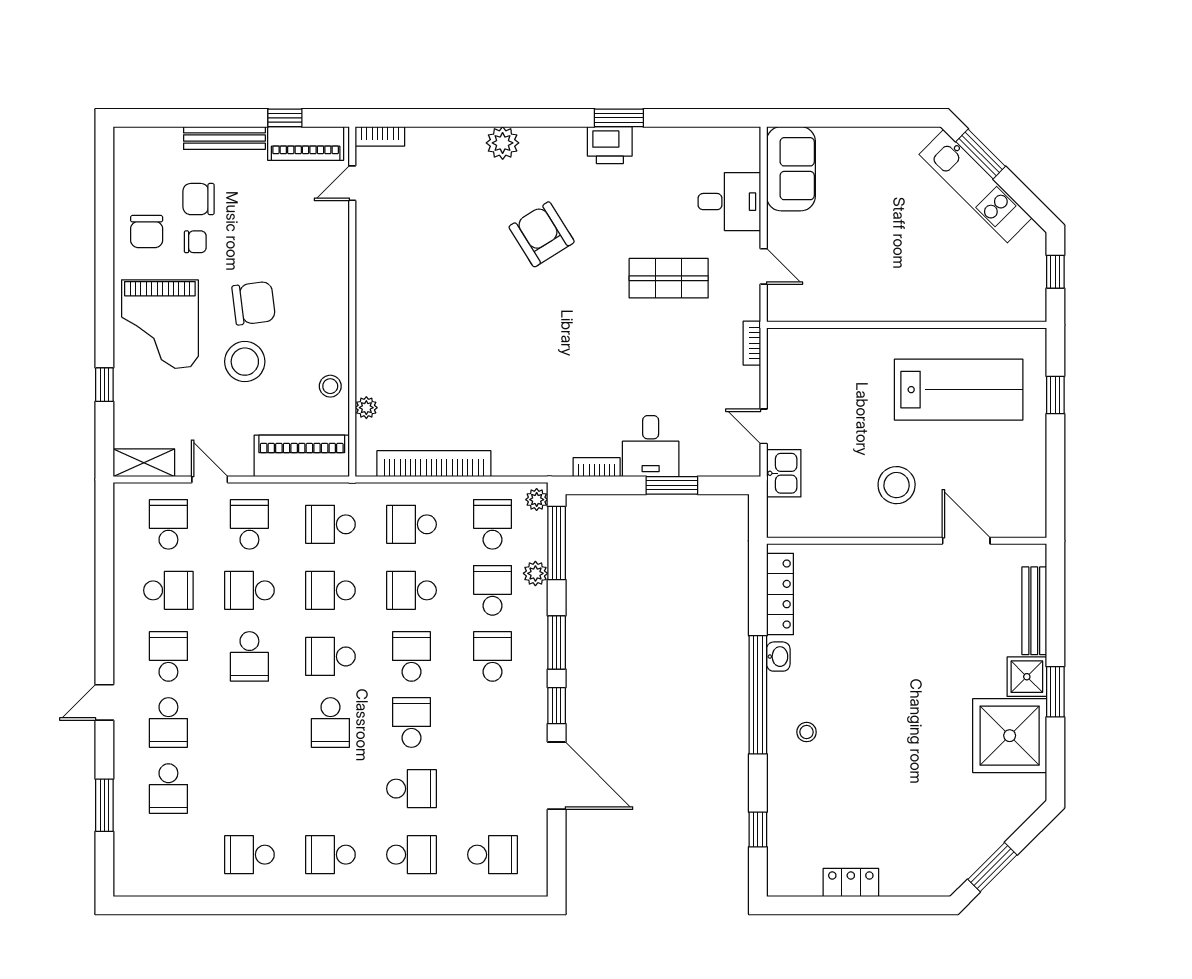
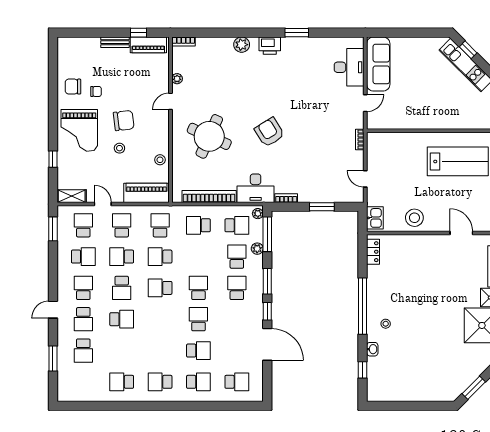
bench: (224, 138) -> (115, 42), width x0.73
printer: (610, 145) -> (270, 46), moved
window: (981, 154) -> (468, 50), width x0.67
sofa: (791, 169) -> (378, 64), width x1.36
door: (352, 183) -> (170, 101), moved
chair: (199, 199) -> (98, 71), removed
desk: (729, 202) -> (349, 67), width x1.37
chair: (147, 232) -> (73, 87), turned 90
armchair: (542, 234) -> (269, 132), moved
door: (764, 266) -> (365, 103), hinge flipped
shop shelf: (669, 278) -> (320, 109), removed
round table: (434, 337) -> (209, 136), added
stool: (245, 362) -> (119, 148), width x0.53, depth x0.53
plant: (366, 408) -> (177, 79), moved
desk: (651, 446) -> (256, 188), moved, width x1.37
kitchen sink: (784, 473) -> (375, 218), moved
stool: (897, 485) -> (414, 218), moved
school desk: (330, 524) -> (160, 225), turned 90
school desk: (492, 524) -> (237, 225), turned 90
window: (104, 532) -> (53, 229), added
school desk: (411, 590) -> (198, 257), removed
locker: (780, 594) -> (373, 252), width x0.66
washbasin: (778, 657) -> (372, 349), moved
school desk: (330, 723) -> (122, 319), moved, turned -90
locker: (851, 883) -> (407, 395), removed

